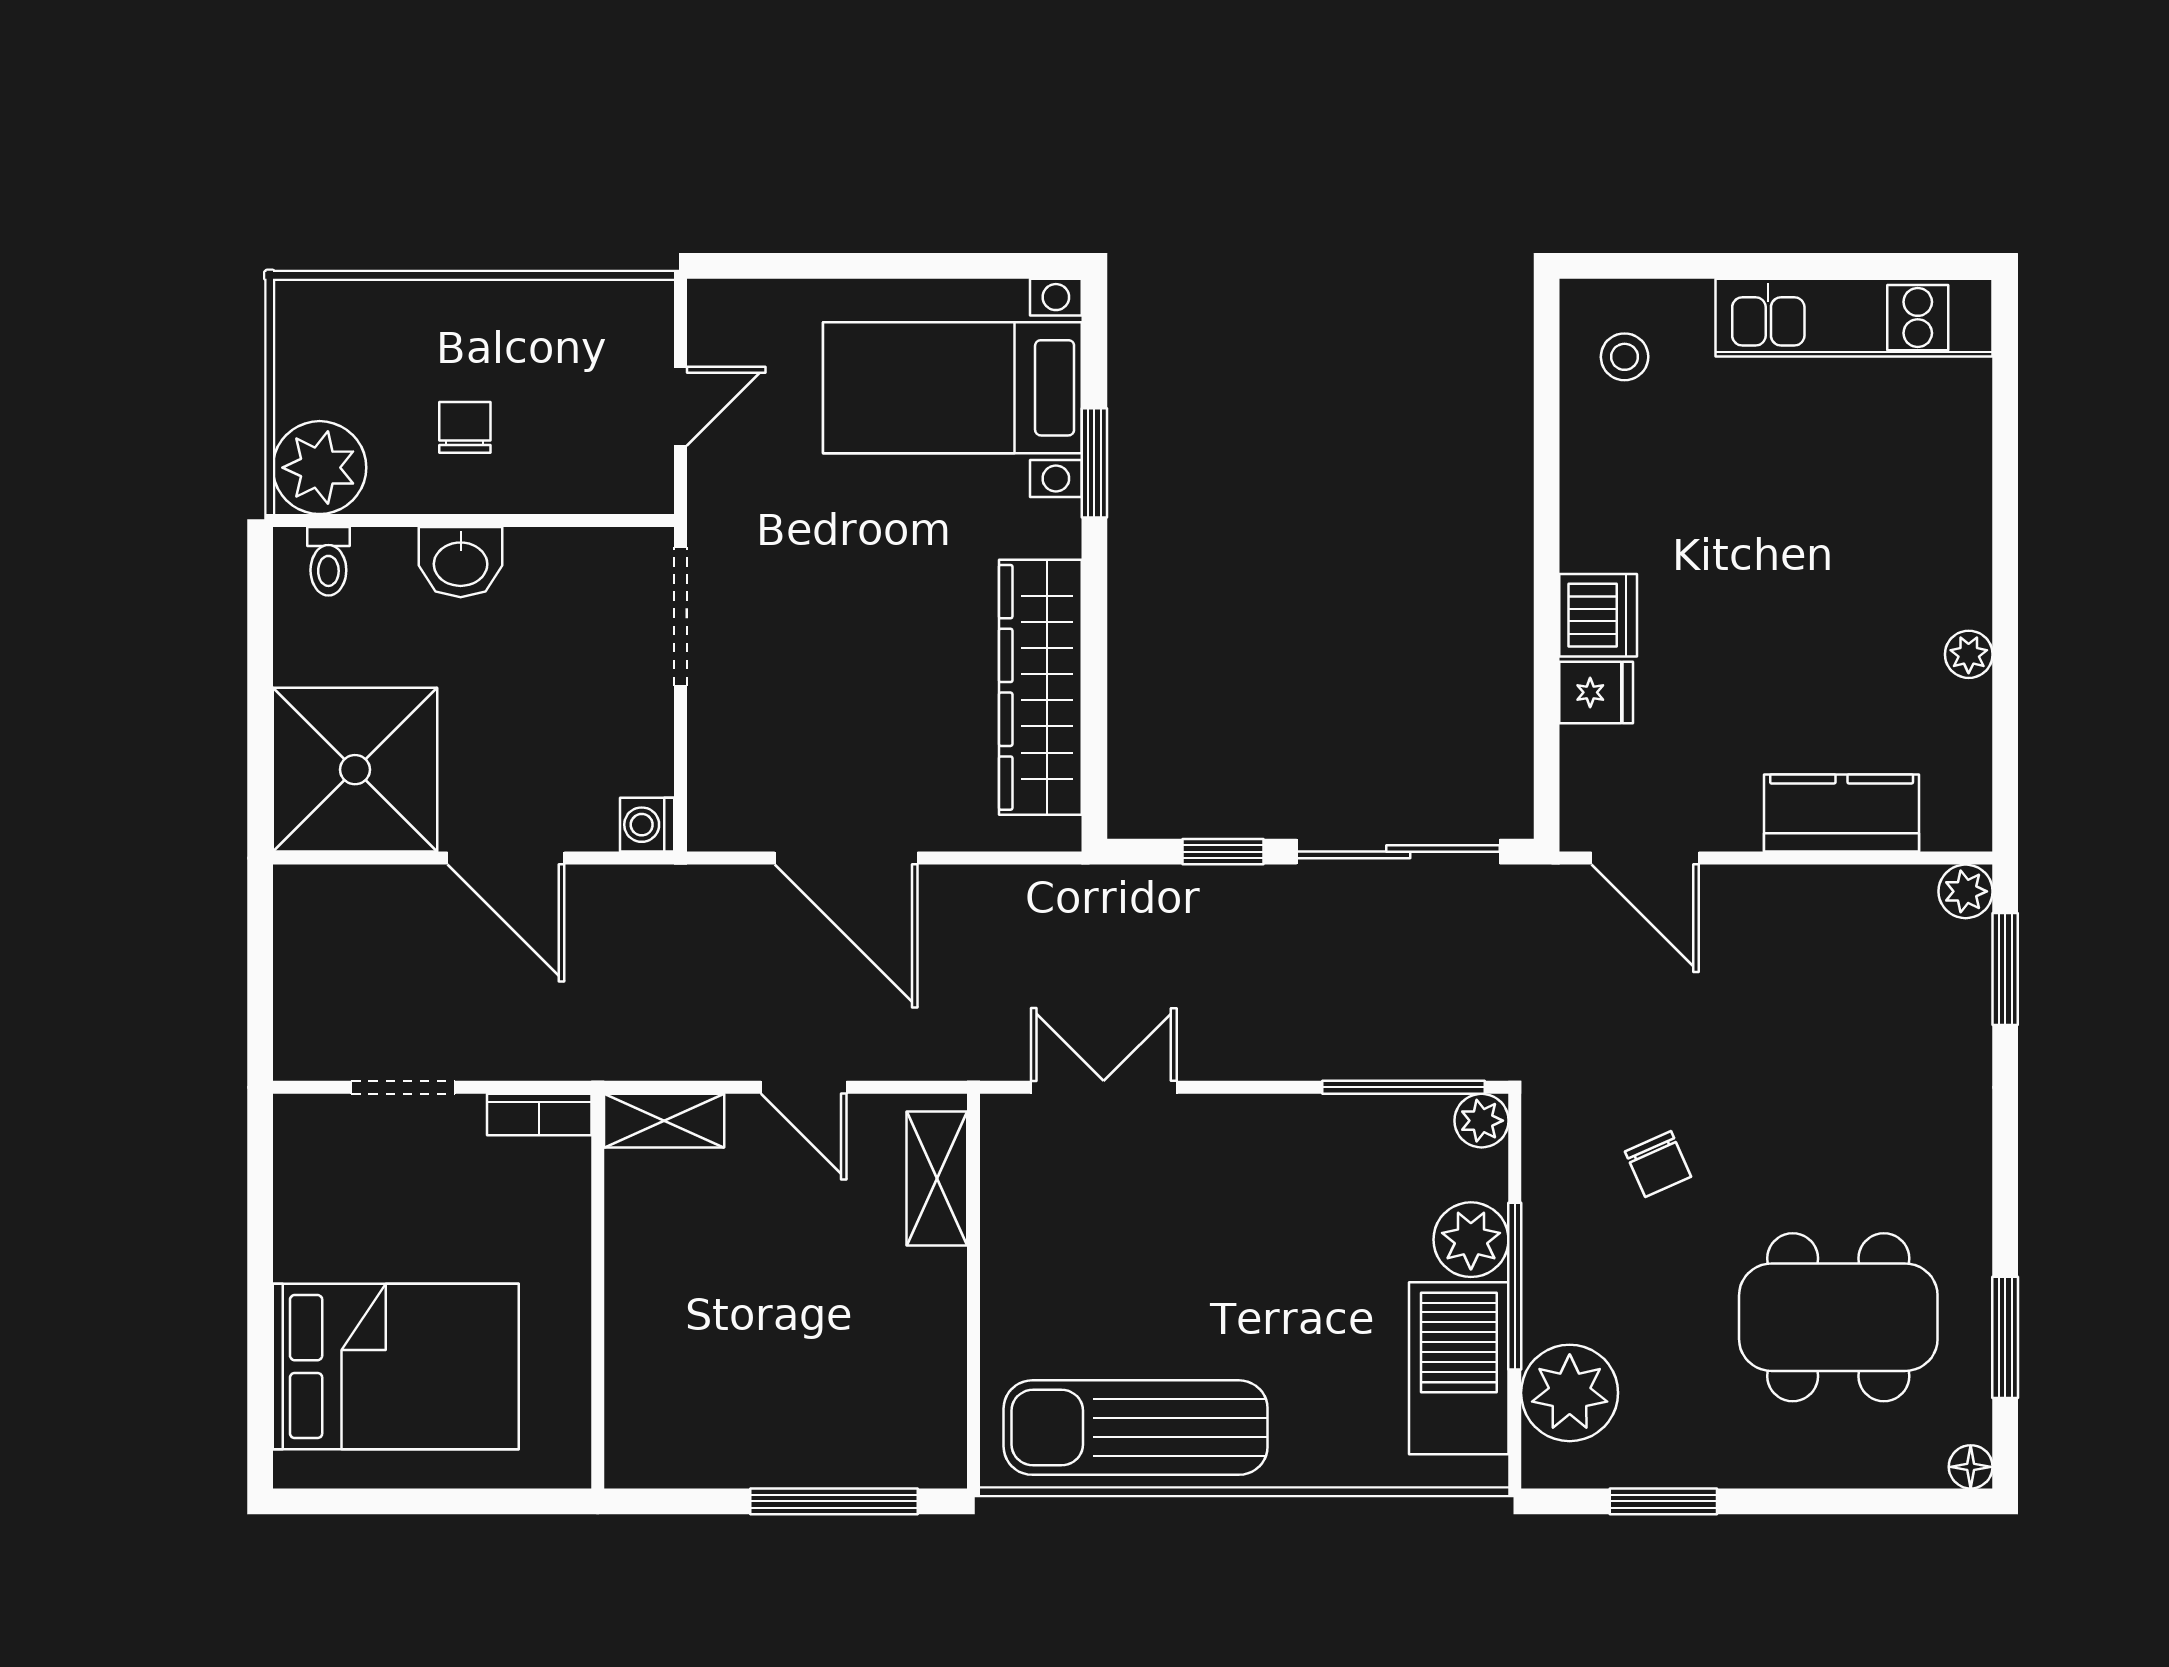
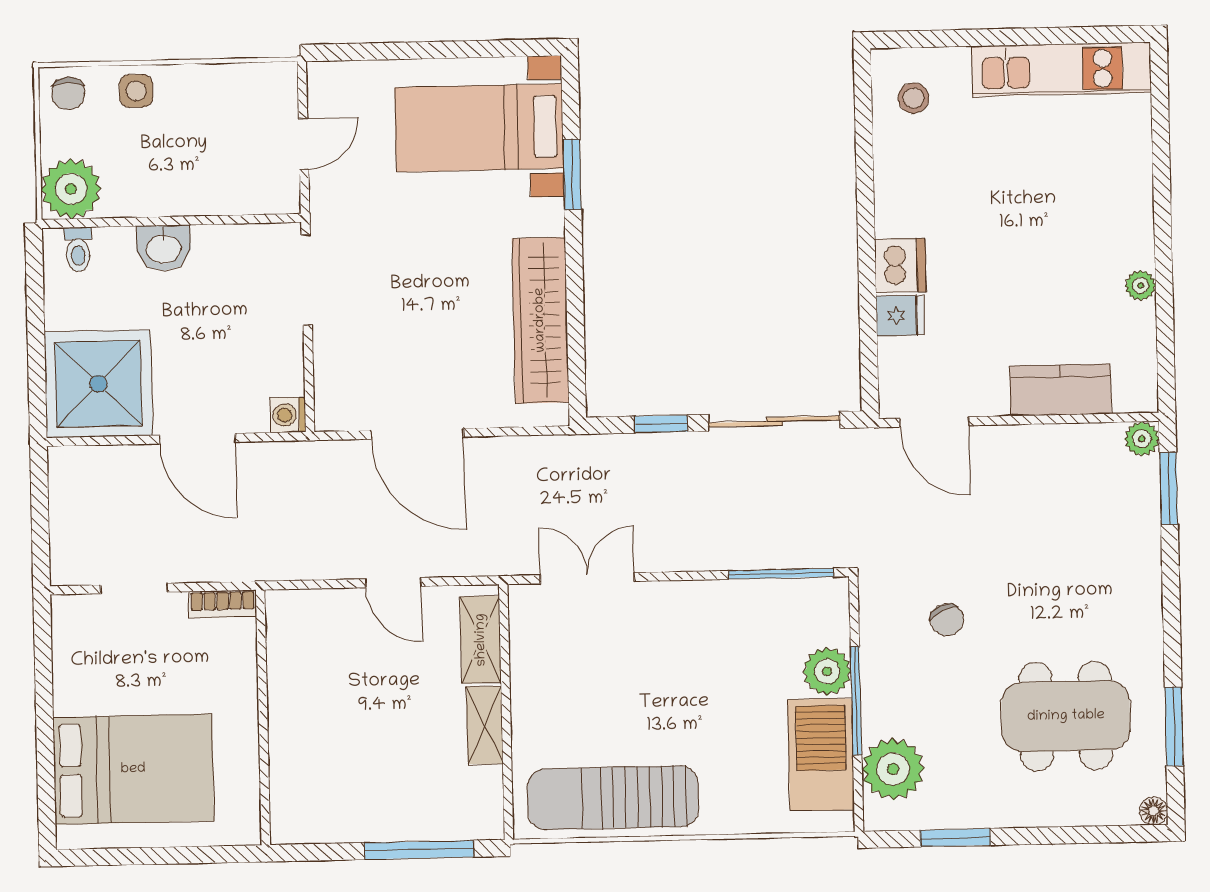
side table: (424, 318) -> (136, 91), added
chair: (465, 427) -> (68, 93), moved, turned 180
shelving: (664, 1121) -> (485, 725), moved, turned 90
plant: (1482, 1121) -> (832, 594), removed

